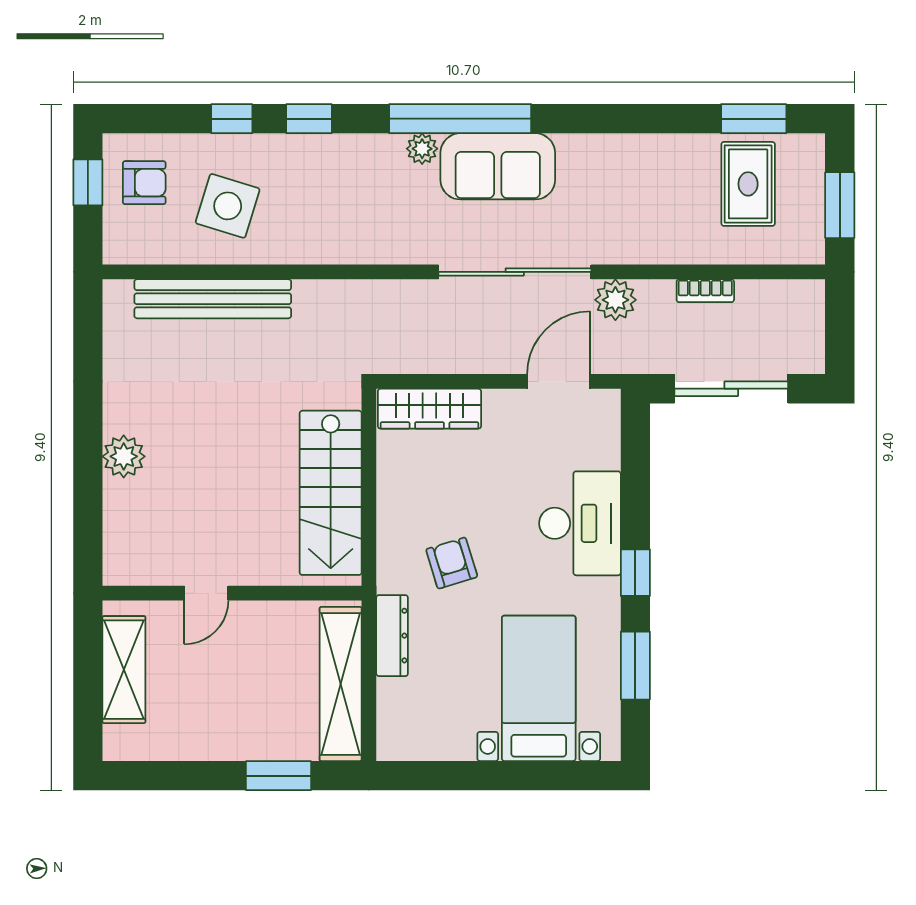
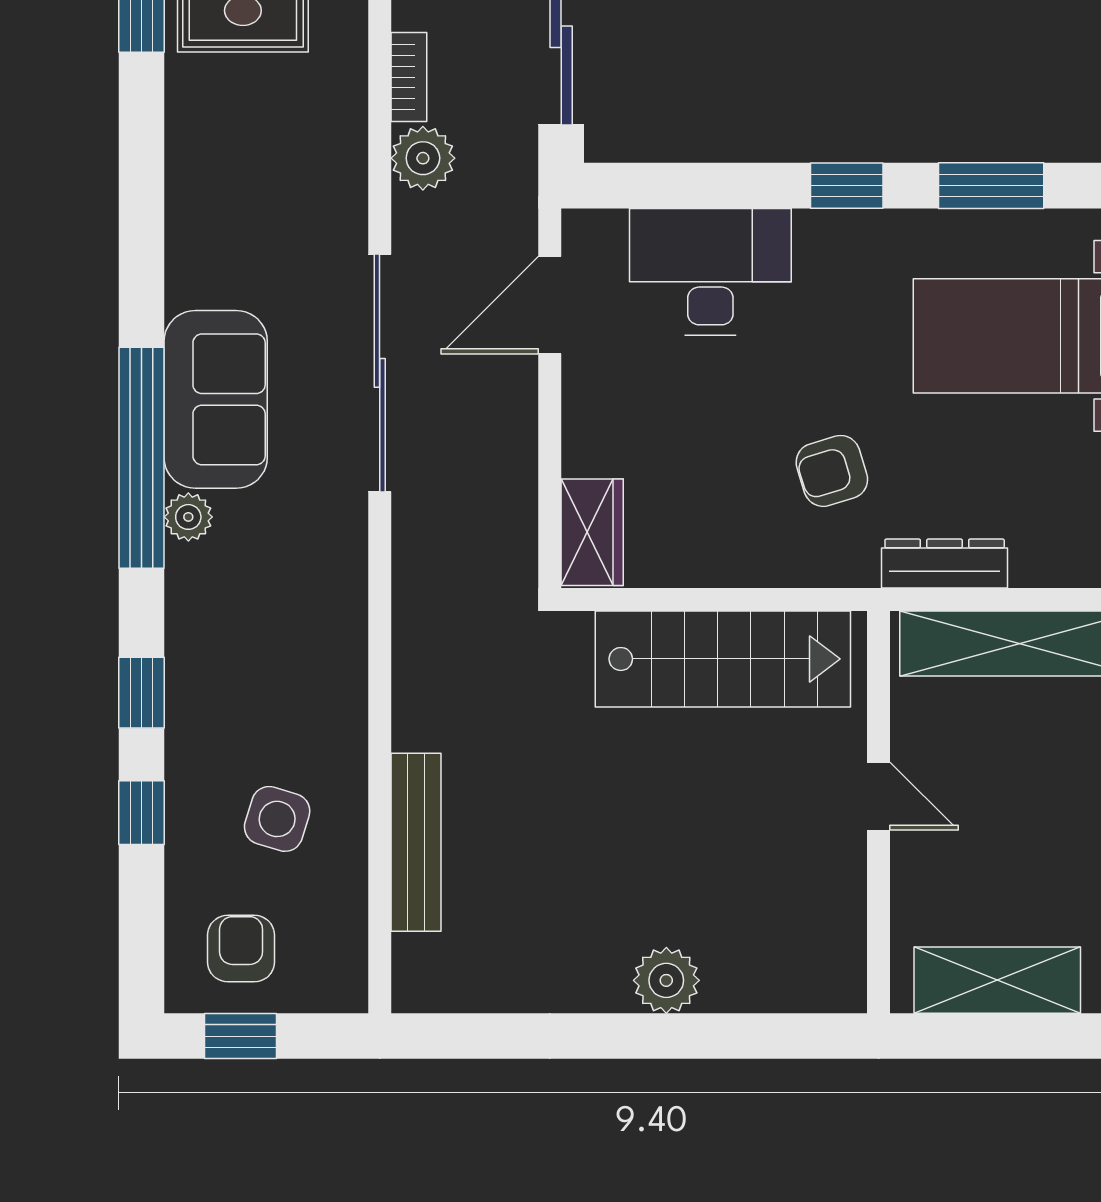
side table: (228, 206) -> (277, 819), width x0.73, depth x0.73
bench: (213, 299) -> (416, 842), width x0.73, depth x0.82
plant: (615, 300) -> (423, 158), moved
door: (558, 381) -> (550, 305), hinge flipped
wardrobe: (429, 409) -> (592, 532), width x0.67
desk: (580, 523) -> (710, 272), moved
door: (206, 593) -> (879, 796), moved

